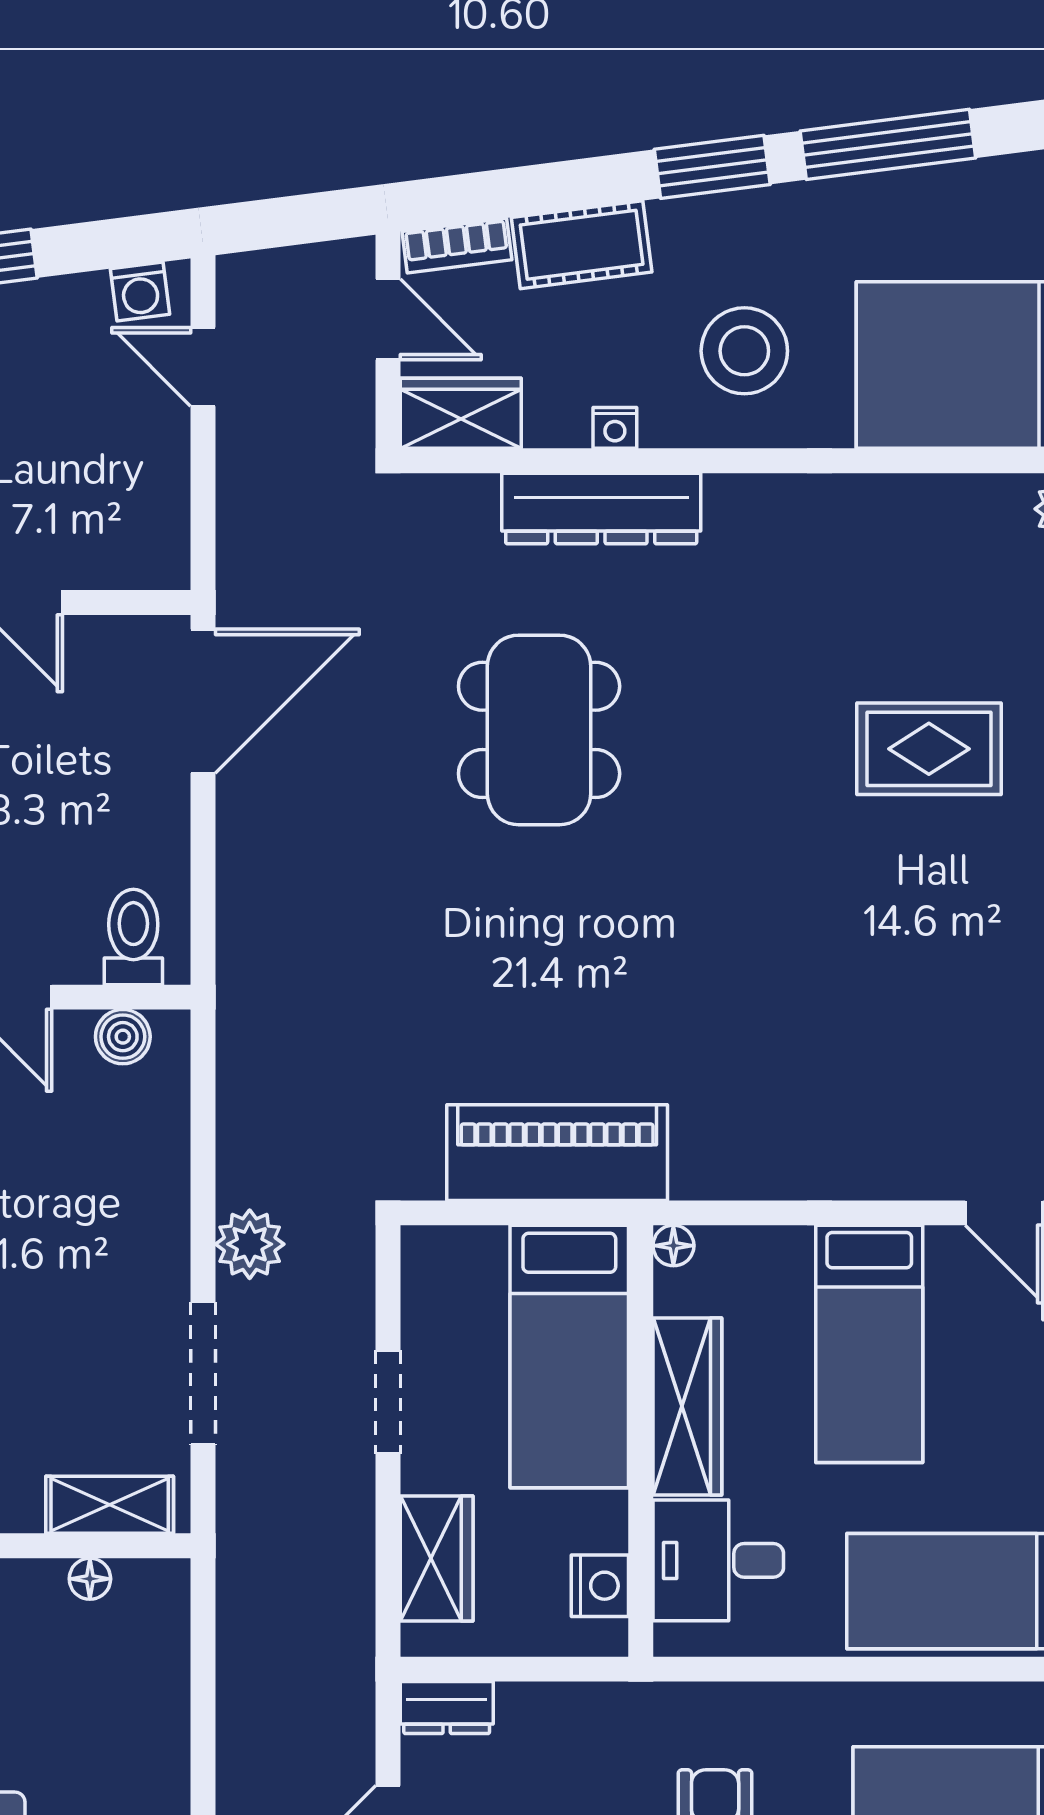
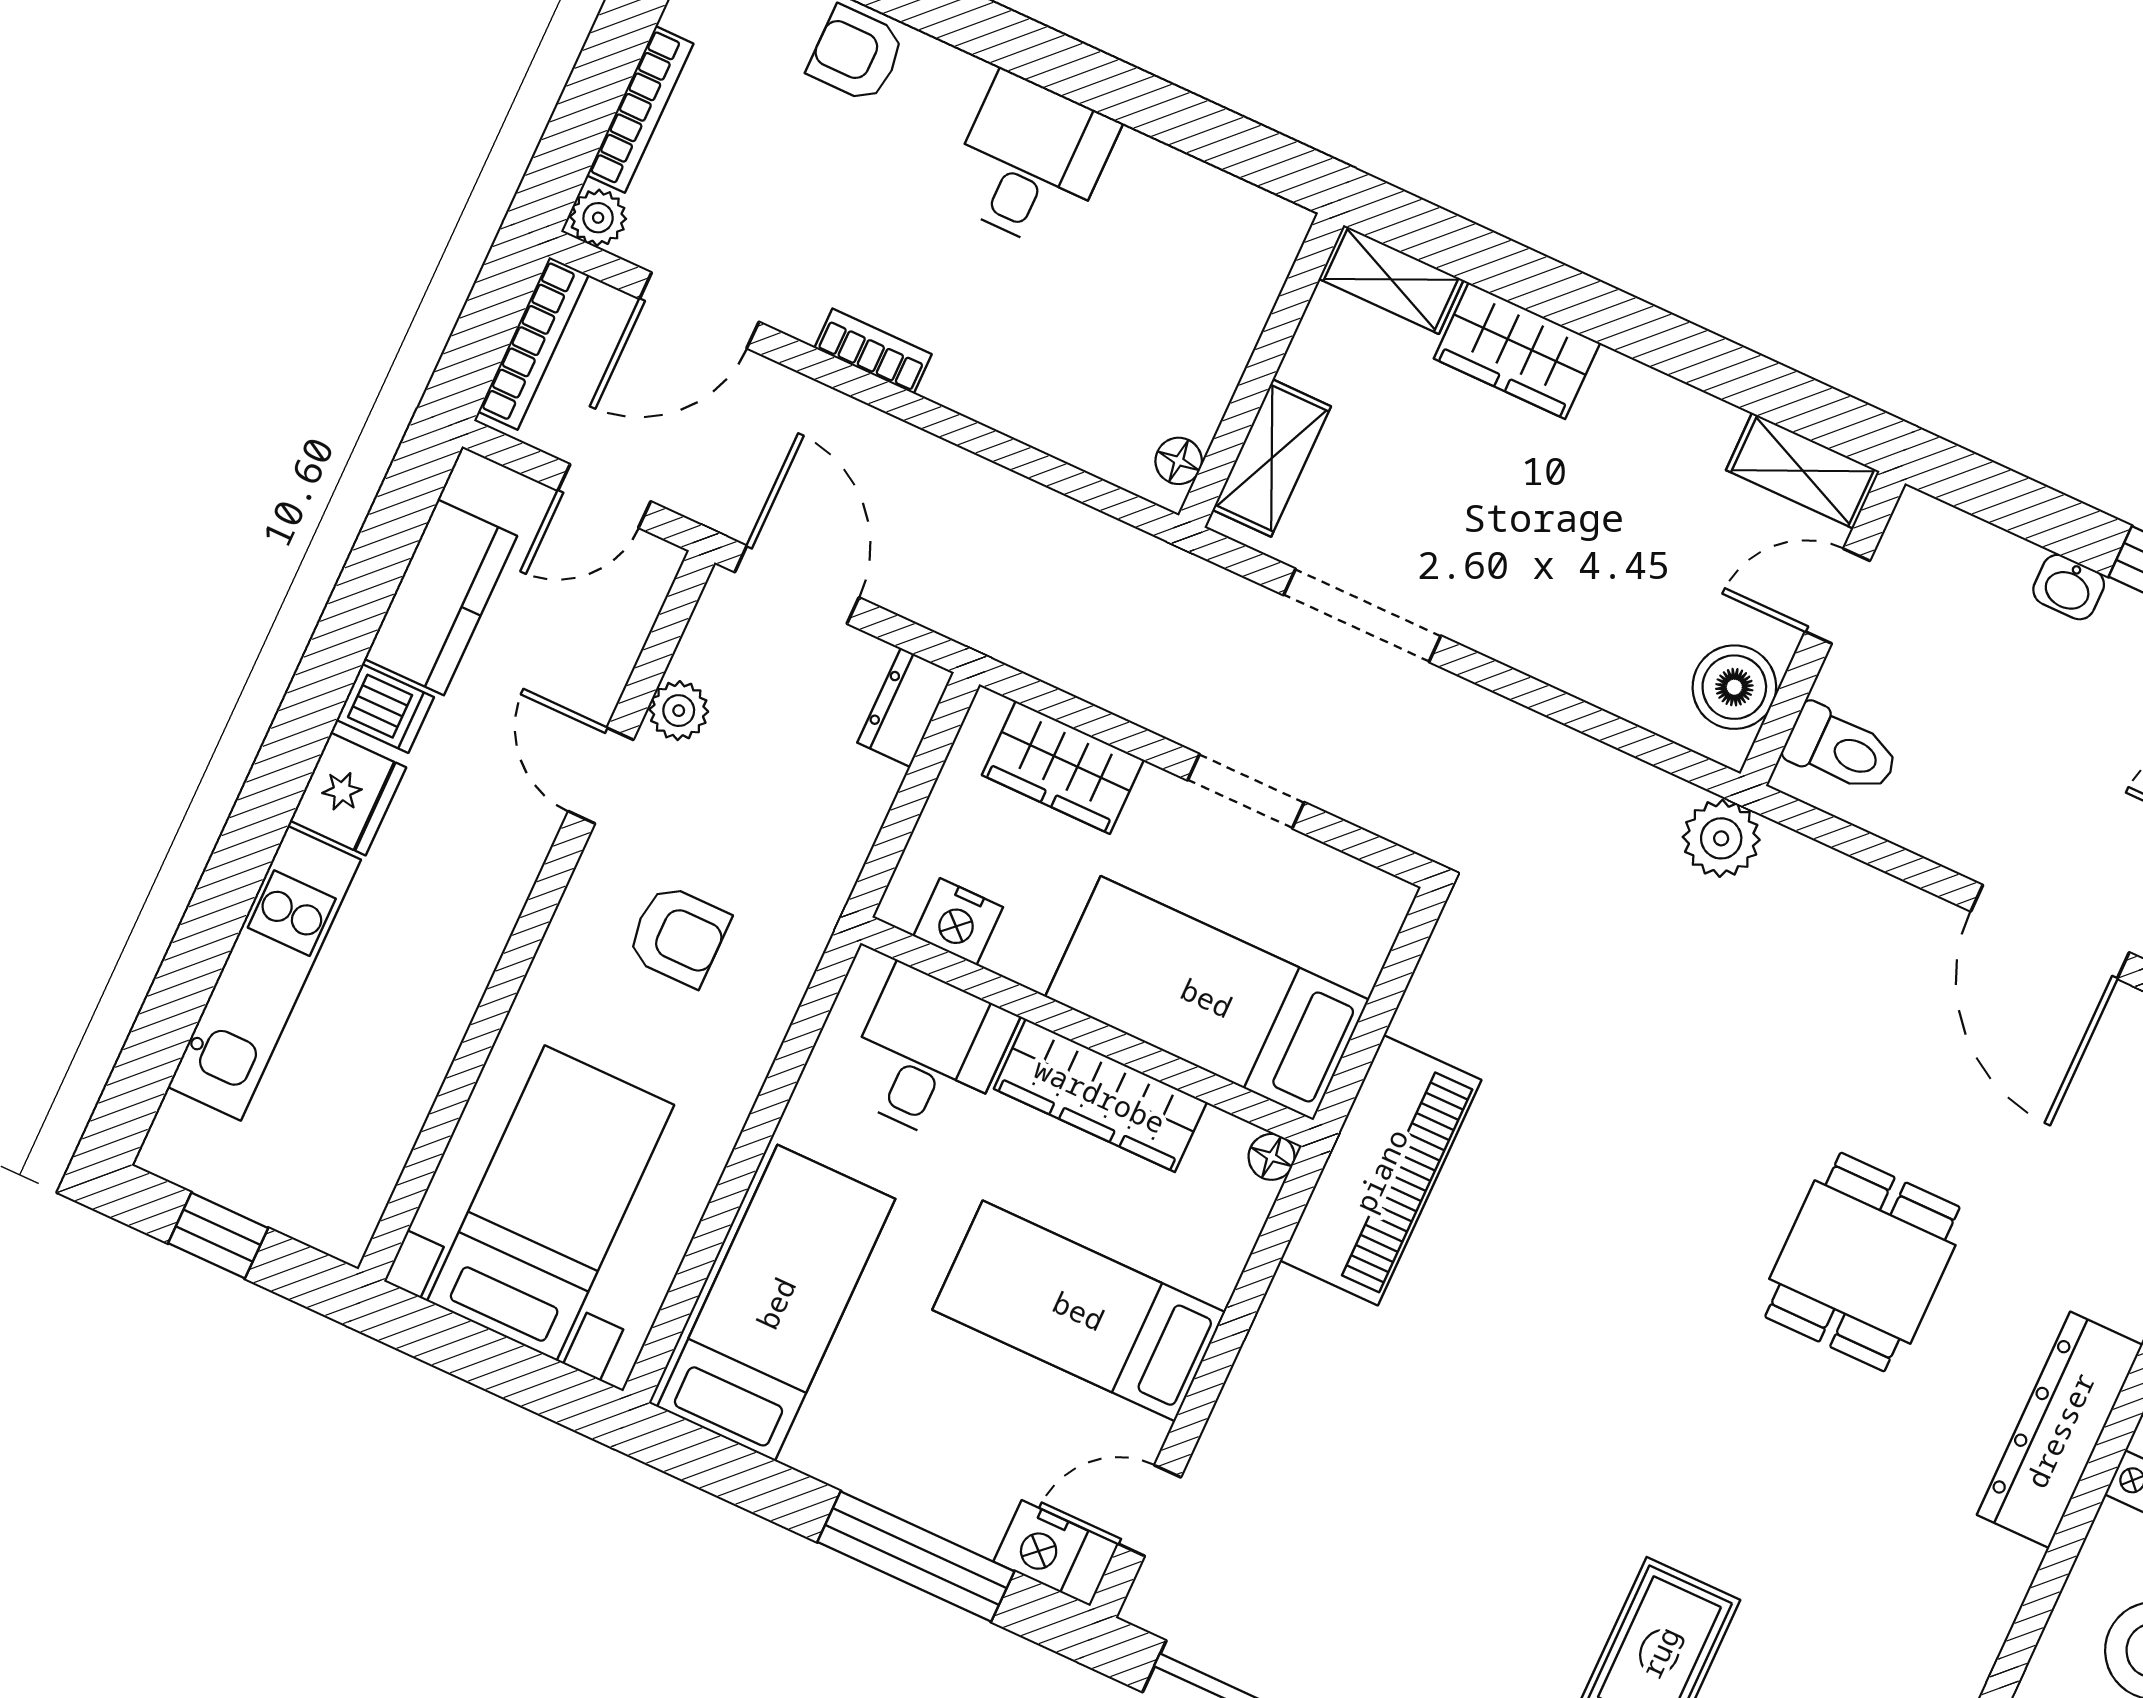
dining table: (539, 730) -> (1862, 1262), width x0.73
boiler: (123, 1037) -> (1734, 687), width x1.36, depth x1.36
piano: (557, 1153) -> (1381, 1170), moved
plant: (250, 1244) -> (1721, 838), moved
floor lamp: (90, 1579) -> (1179, 461), moved

